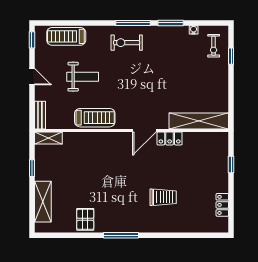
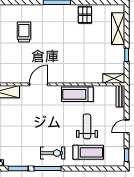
treadmill: (66, 36) -> (88, 152), moved
door: (32, 77) -> (127, 126), hinge flipped
weight bench: (83, 77) -> (87, 126), turned 90
locker: (170, 138) -> (19, 78), removed
trolley: (163, 197) -> (24, 32), turned 90

